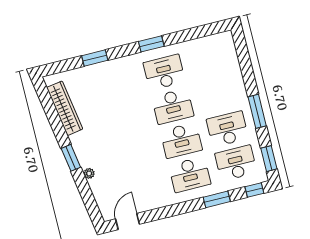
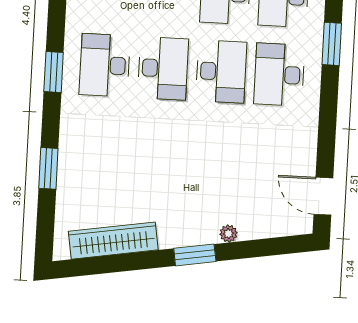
desk: (190, 175) -> (279, 75), turned 180

